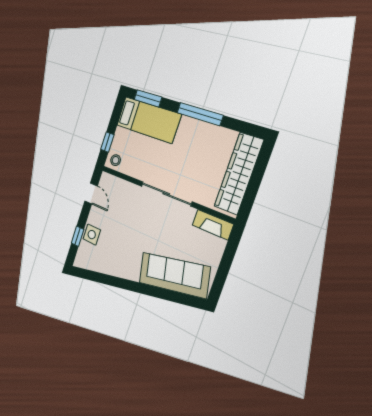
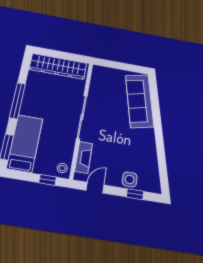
fireplace: (213, 225) -> (84, 157), moved

